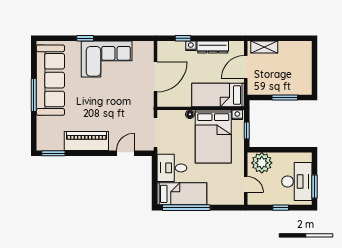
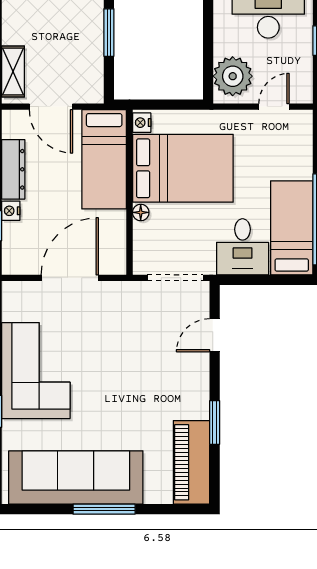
door: (156, 77) -> (70, 278), hinge flipped
window: (247, 131) -> (171, 105), removed
piano: (86, 141) -> (191, 462), moved
window: (53, 153) -> (215, 423), moved
door: (125, 153) -> (215, 335), hinge flipped

